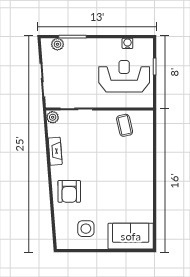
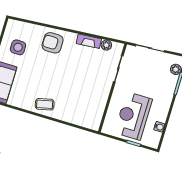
reception desk: (124, 76) -> (133, 116), turned 180
plant: (53, 117) -> (106, 45), moved
coffee table: (125, 125) -> (45, 104), moved

